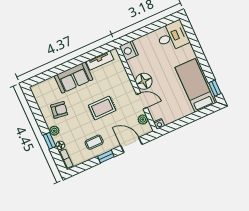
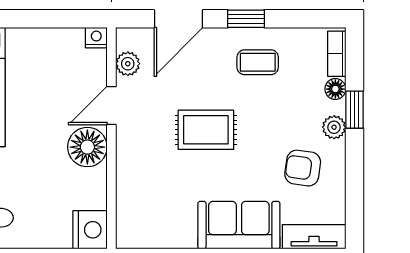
tv unit: (100, 60) -> (314, 237), moved
door: (142, 101) -> (111, 106), hinge flipped
door: (131, 145) -> (178, 19), hinge flipped

